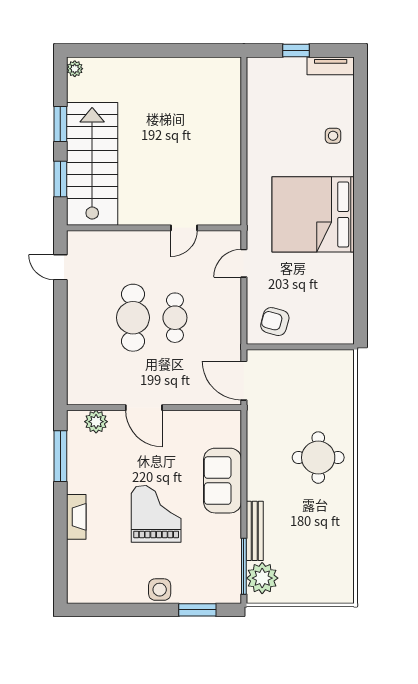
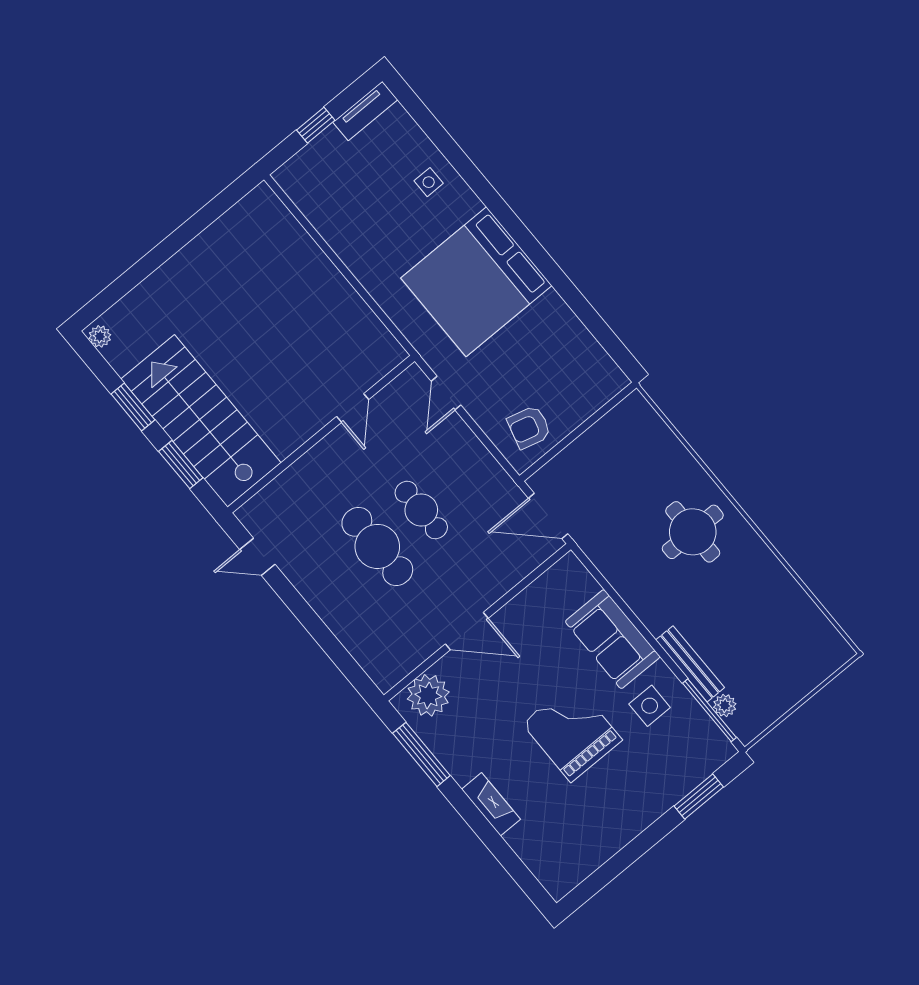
plant: (96, 422) -> (428, 695), width x1.36, depth x1.36
plant: (262, 578) -> (725, 705), width x0.53, depth x0.53
side table: (160, 590) -> (650, 706), moved

